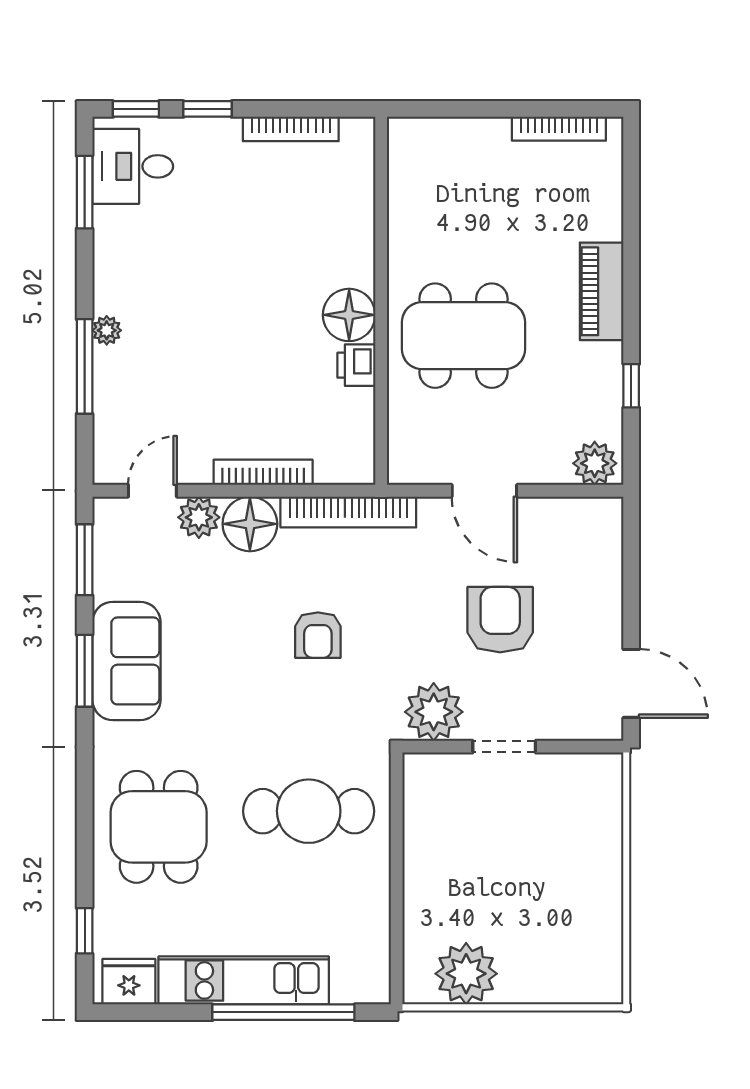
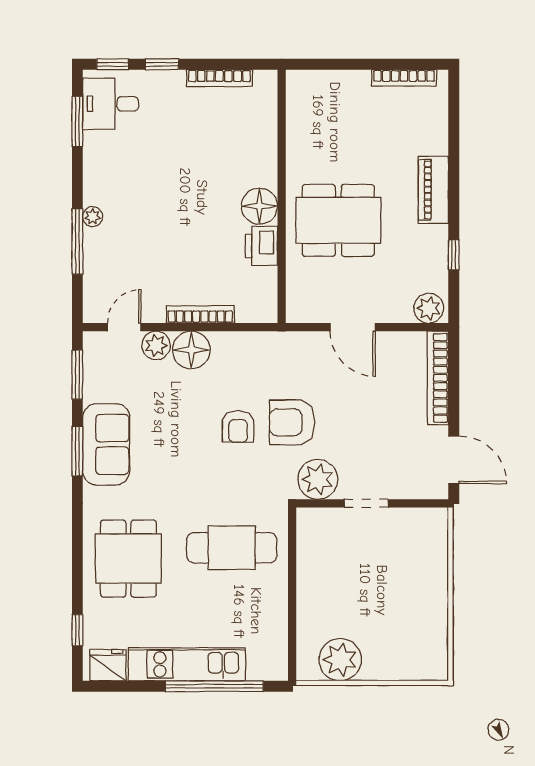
printer: (356, 365) -> (261, 246), width x1.36, depth x1.24
bookcase: (348, 512) -> (438, 378), moved, turned 90
armchair: (500, 620) -> (292, 422), moved, turned -90

